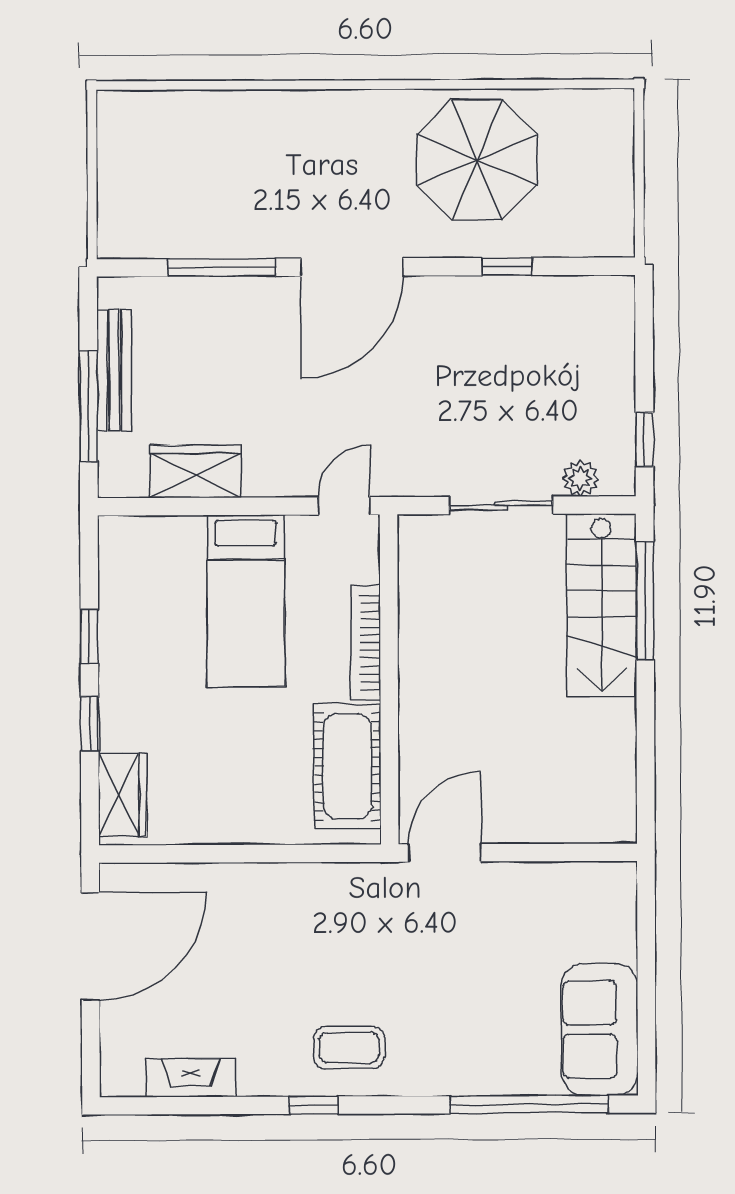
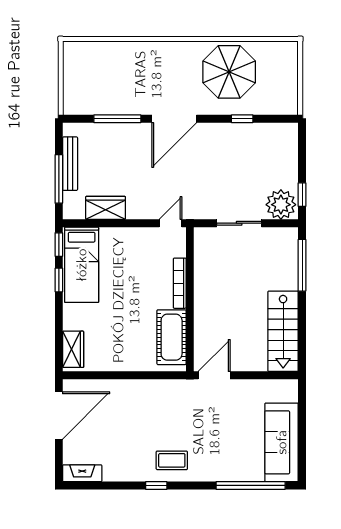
plant: (580, 478) -> (281, 205), width x1.88, depth x1.88
bed: (246, 601) -> (82, 265), moved
stairs: (602, 606) -> (283, 331), moved
window: (90, 724) -> (59, 245), moved
sofa: (600, 1030) -> (282, 442), width x1.36
fireplace: (191, 1078) -> (82, 473), moved

